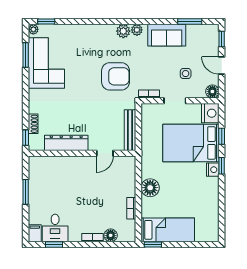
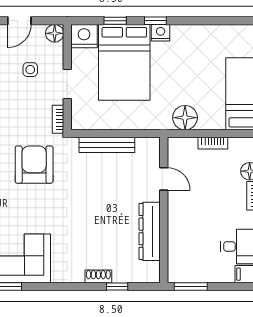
dresser: (66, 143) -> (150, 231), moved
wall: (82, 153) -> (164, 210), moved
door: (105, 153) -> (164, 179), moved

